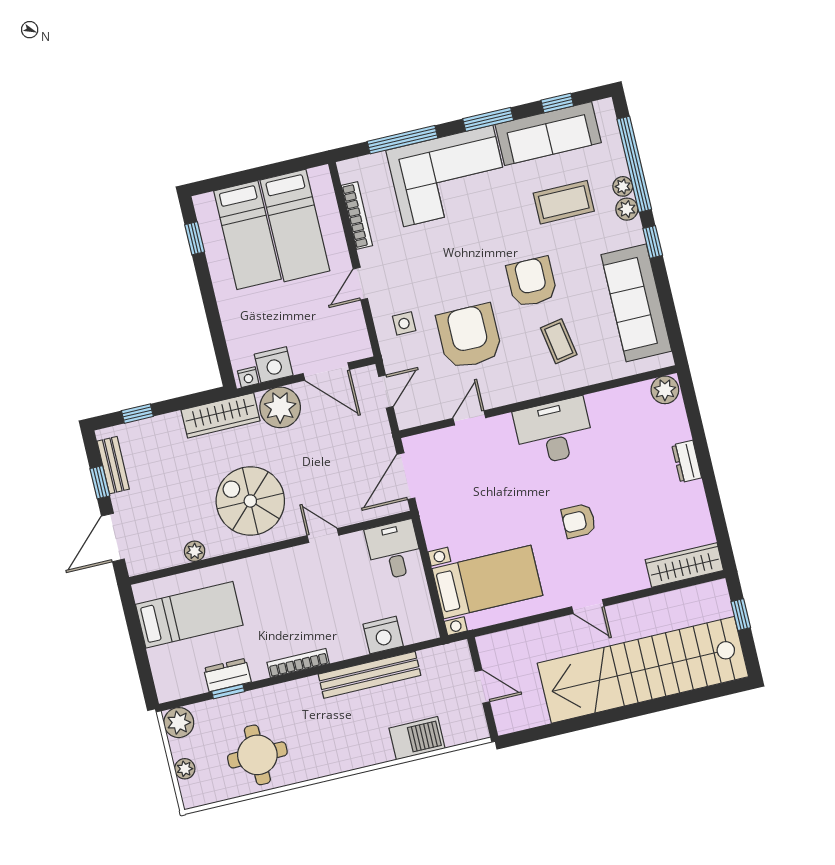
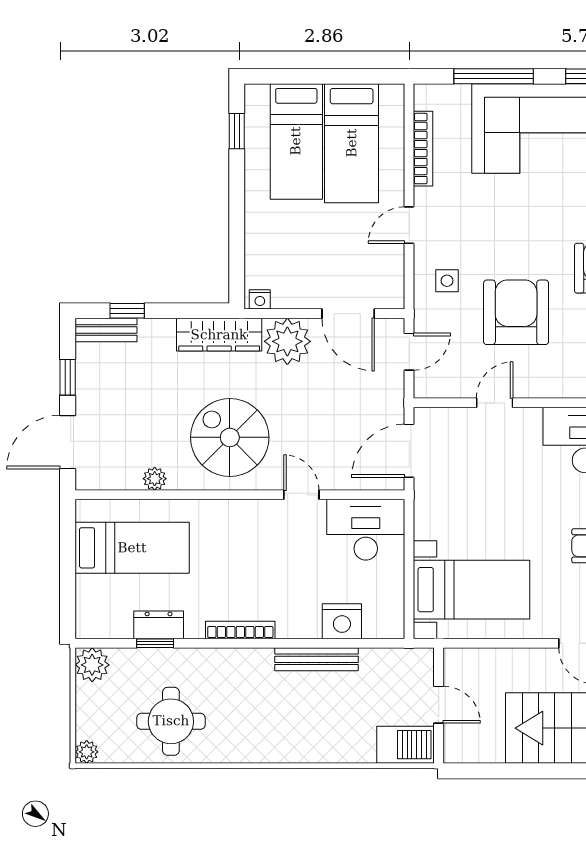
nightstand: (274, 365) -> (291, 292), removed
bench: (113, 465) -> (106, 330), moved, turned 90
desk: (394, 550) -> (366, 530), width x1.37
bench: (369, 675) -> (316, 659), width x0.73, depth x0.82
barbecue: (417, 738) -> (406, 745), moved
plant: (185, 769) -> (87, 752), moved

